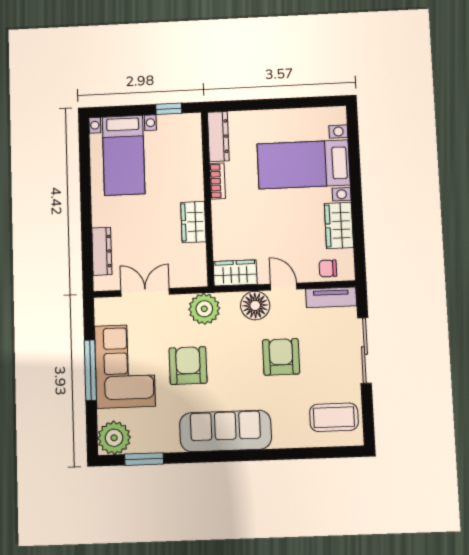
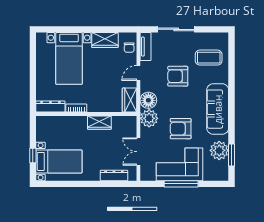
window: (169, 109) -> (33, 155), moved
floor lamp: (255, 305) -> (148, 100), moved
coffee table: (334, 417) -> (209, 58), moved, turned 90
plant: (114, 438) -> (219, 150), moved

